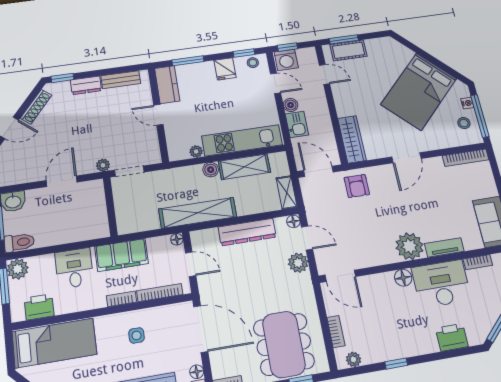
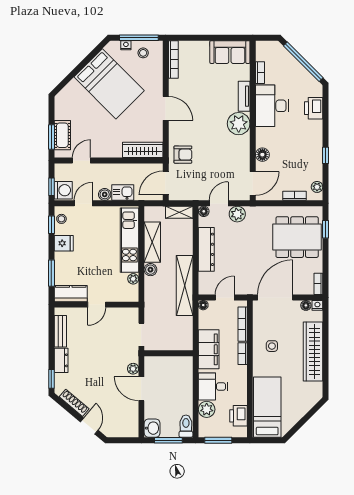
plant: (103, 165) -> (133, 369), moved
plant: (18, 269) -> (207, 409), moved
floor lamp: (403, 278) -> (262, 155), moved

